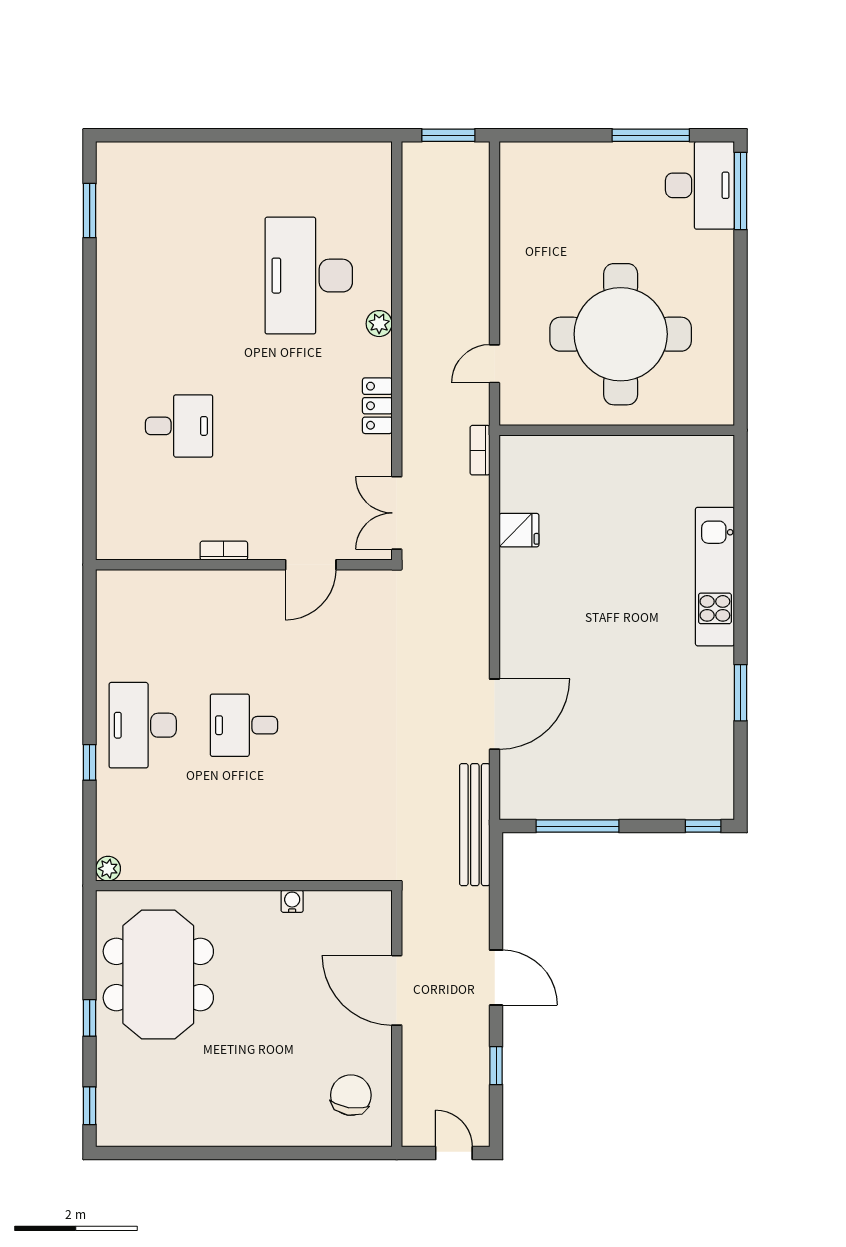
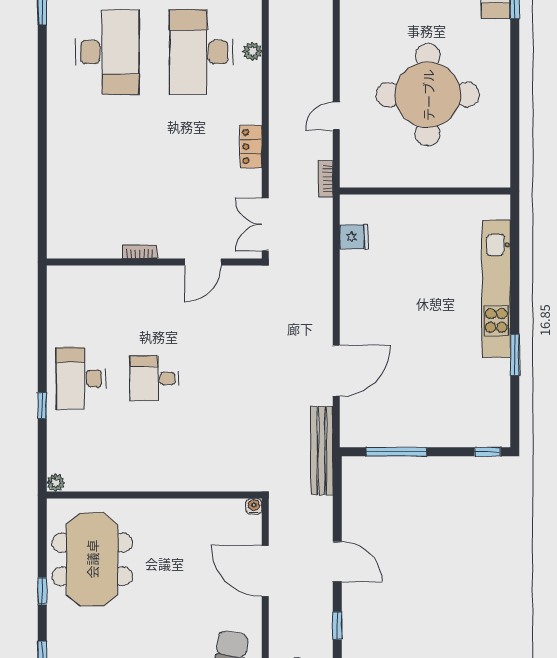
plant: (379, 324) -> (252, 51), moved
desk: (179, 426) -> (107, 52), moved, width x1.87, depth x1.30
wall: (617, 430) -> (425, 191), moved
kitchen unit: (715, 577) -> (496, 289), width x1.36
water cooler: (292, 901) -> (254, 506), moved

